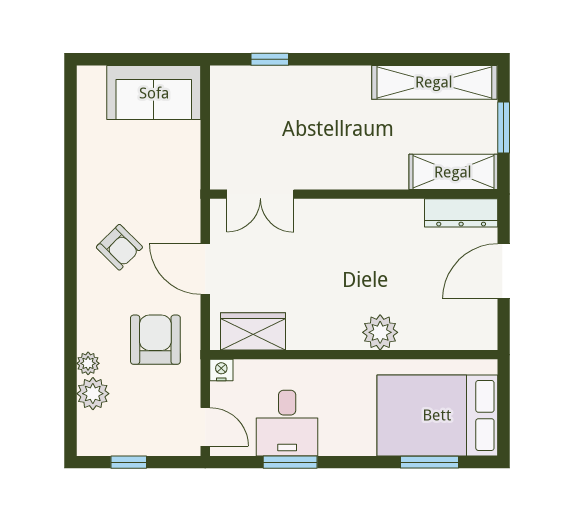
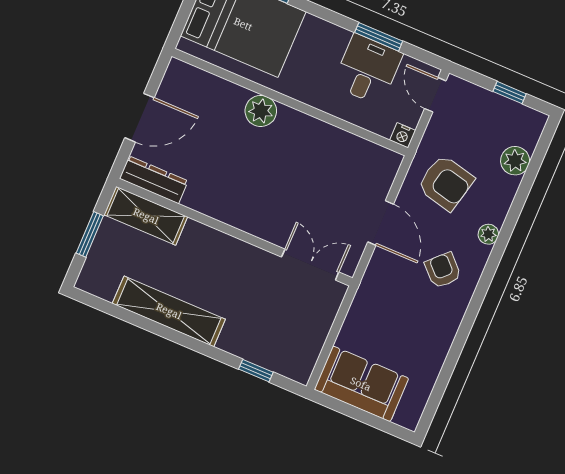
shelving: (434, 82) -> (169, 311), moved
wardrobe: (253, 331) -> (364, 156), removed
armchair: (155, 340) -> (446, 183), turned -77
plant: (88, 363) -> (488, 234), moved

